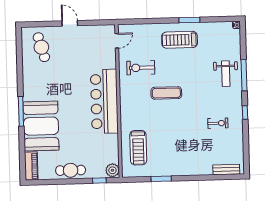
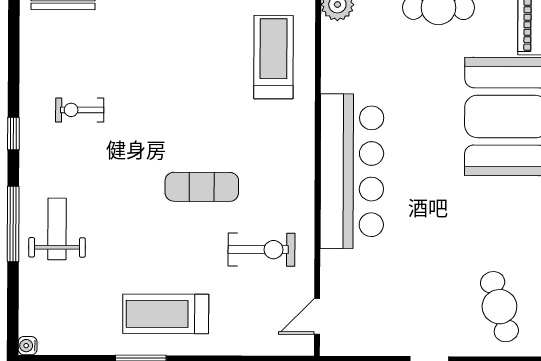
treadmill: (180, 40) -> (166, 314), turned 180

